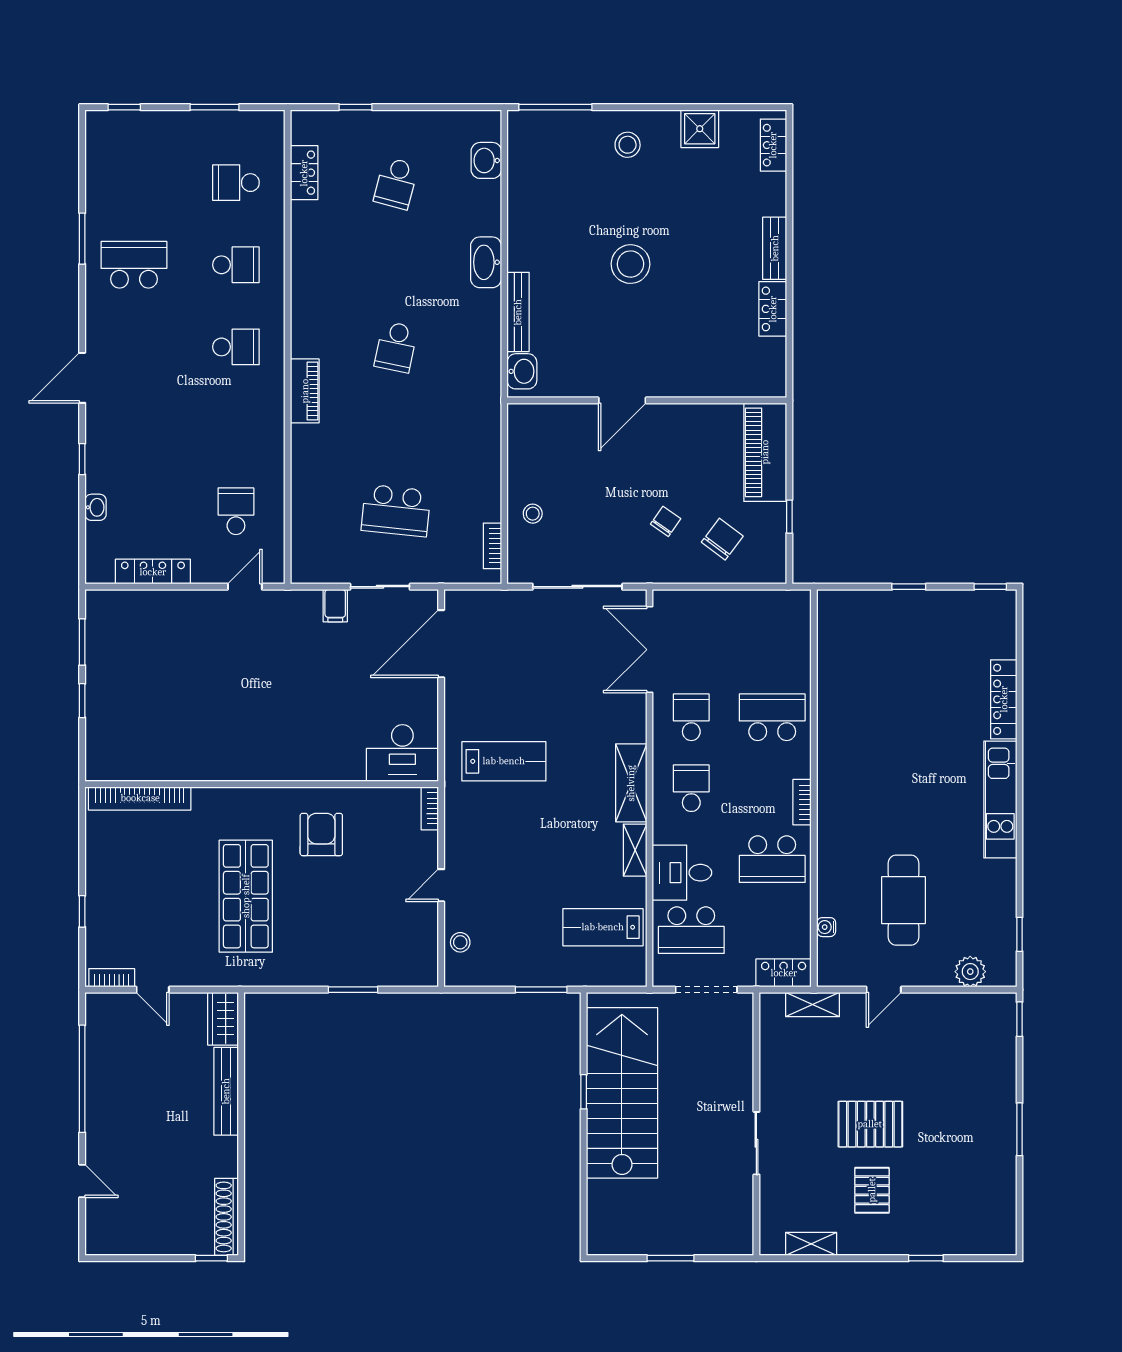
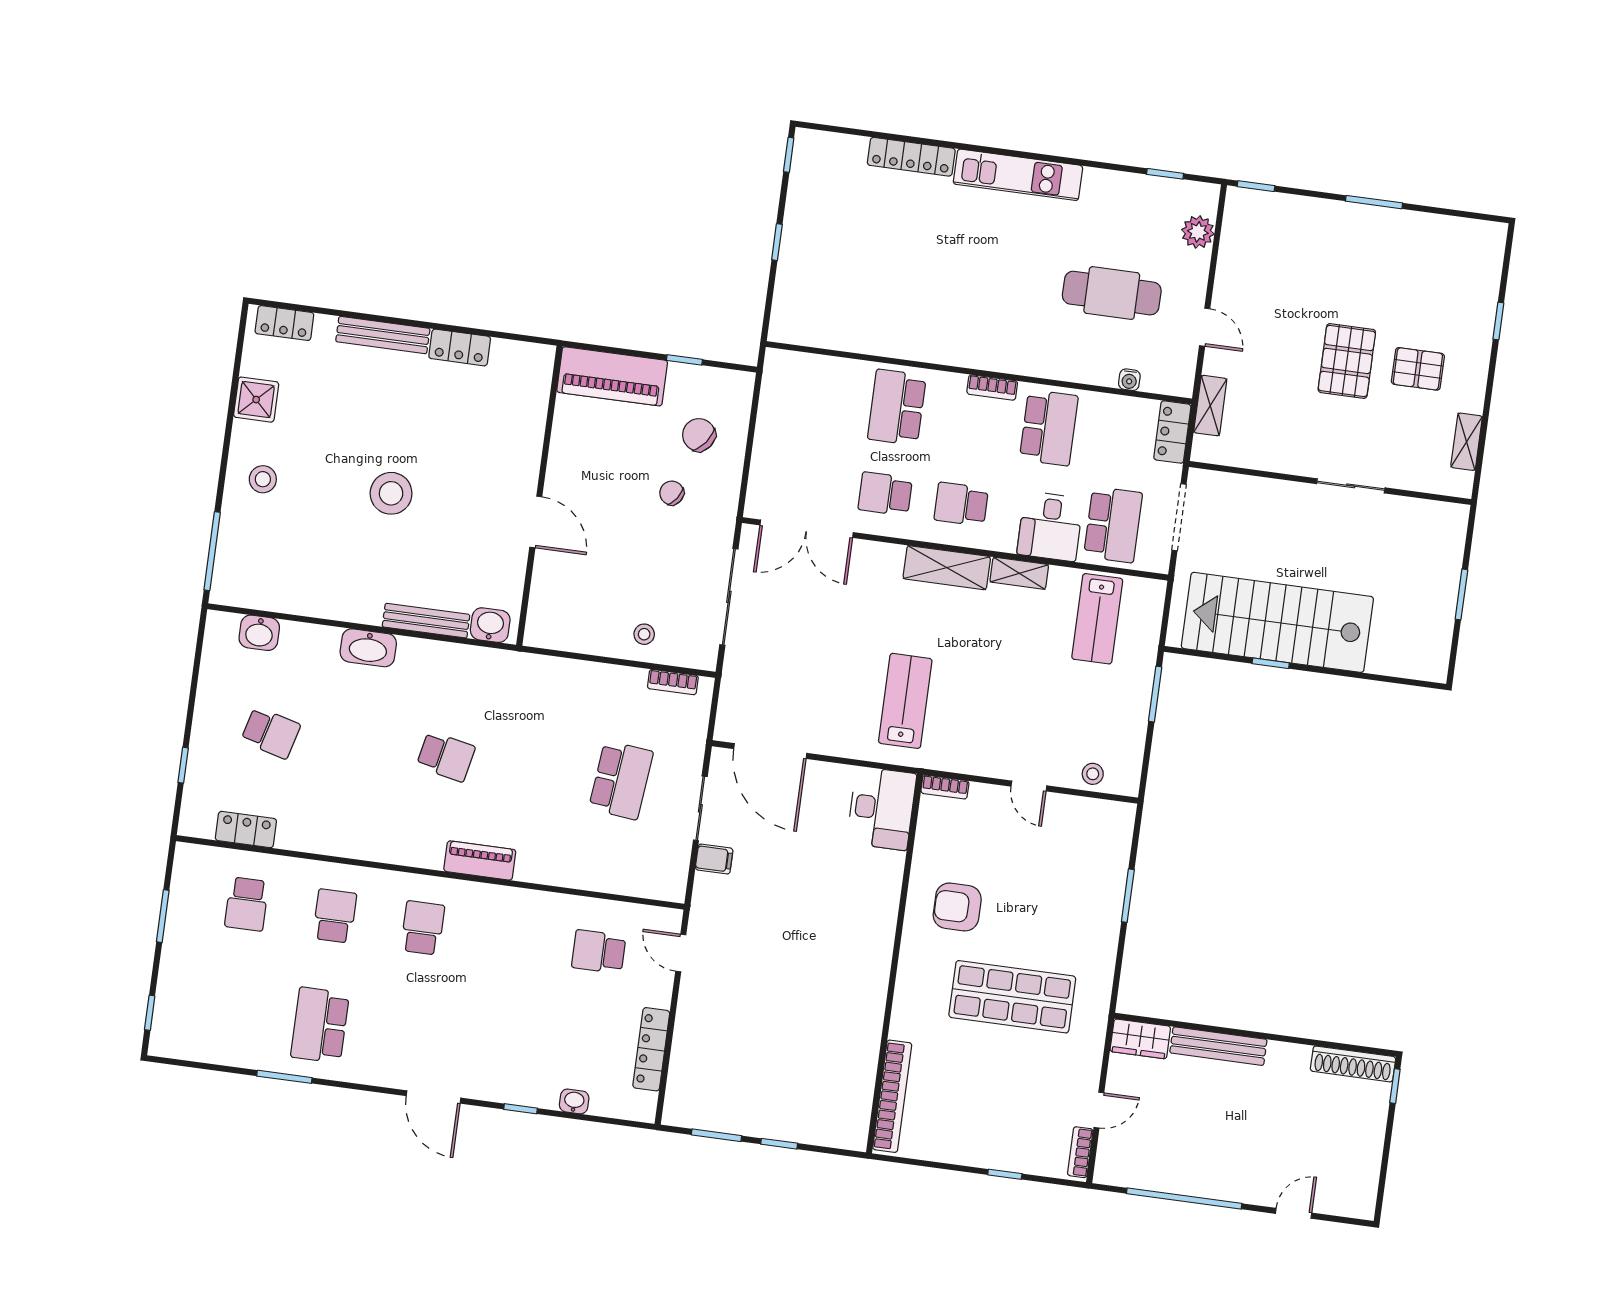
bench: (775, 248) -> (383, 335), width x1.36

